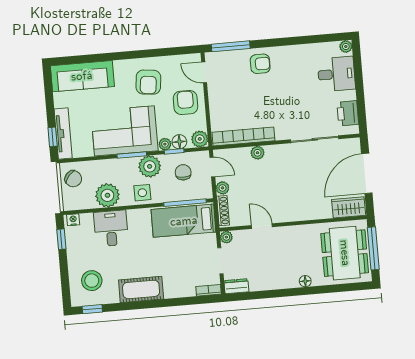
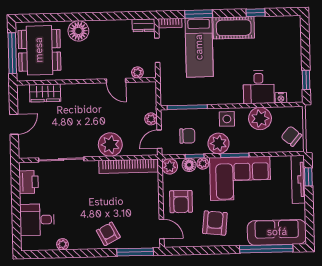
plant: (346, 47) -> (63, 244), moved
window: (92, 58) -> (266, 249), added
armchair: (260, 64) -> (108, 234), turned 62
plant: (258, 153) -> (110, 145), width x1.88, depth x1.88
door: (212, 167) -> (159, 139), hinge flipped
chair: (183, 172) -> (187, 136), turned -90
door: (367, 173) -> (14, 124), width x0.53
wardrobe: (349, 207) -> (45, 93), moved
shoe rack: (223, 211) -> (152, 97), removed
nightstand: (73, 220) -> (281, 98), moved
bed: (184, 221) -> (199, 47), moved, turned 90
plant: (226, 237) -> (137, 72), moved
stool: (92, 281) -> (280, 39), removed
floor lamp: (305, 281) -> (78, 31), width x1.89, depth x1.89
window: (179, 302) -> (199, 14), added
window: (92, 309) -> (255, 13), moved

